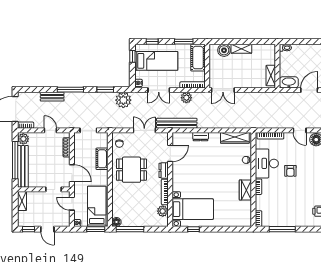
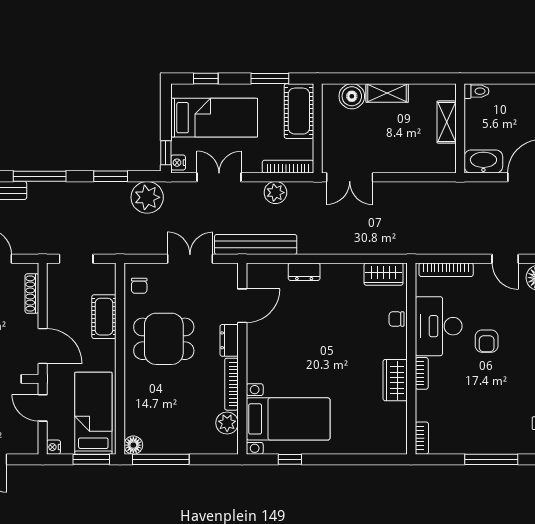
window: (132, 56) -> (166, 153), moved
shelving: (271, 76) -> (447, 122), moved
double door: (159, 90) -> (219, 177), swing flipped
wardrobe: (235, 138) -> (384, 274), width x0.67
window: (282, 229) -> (491, 459), moved

